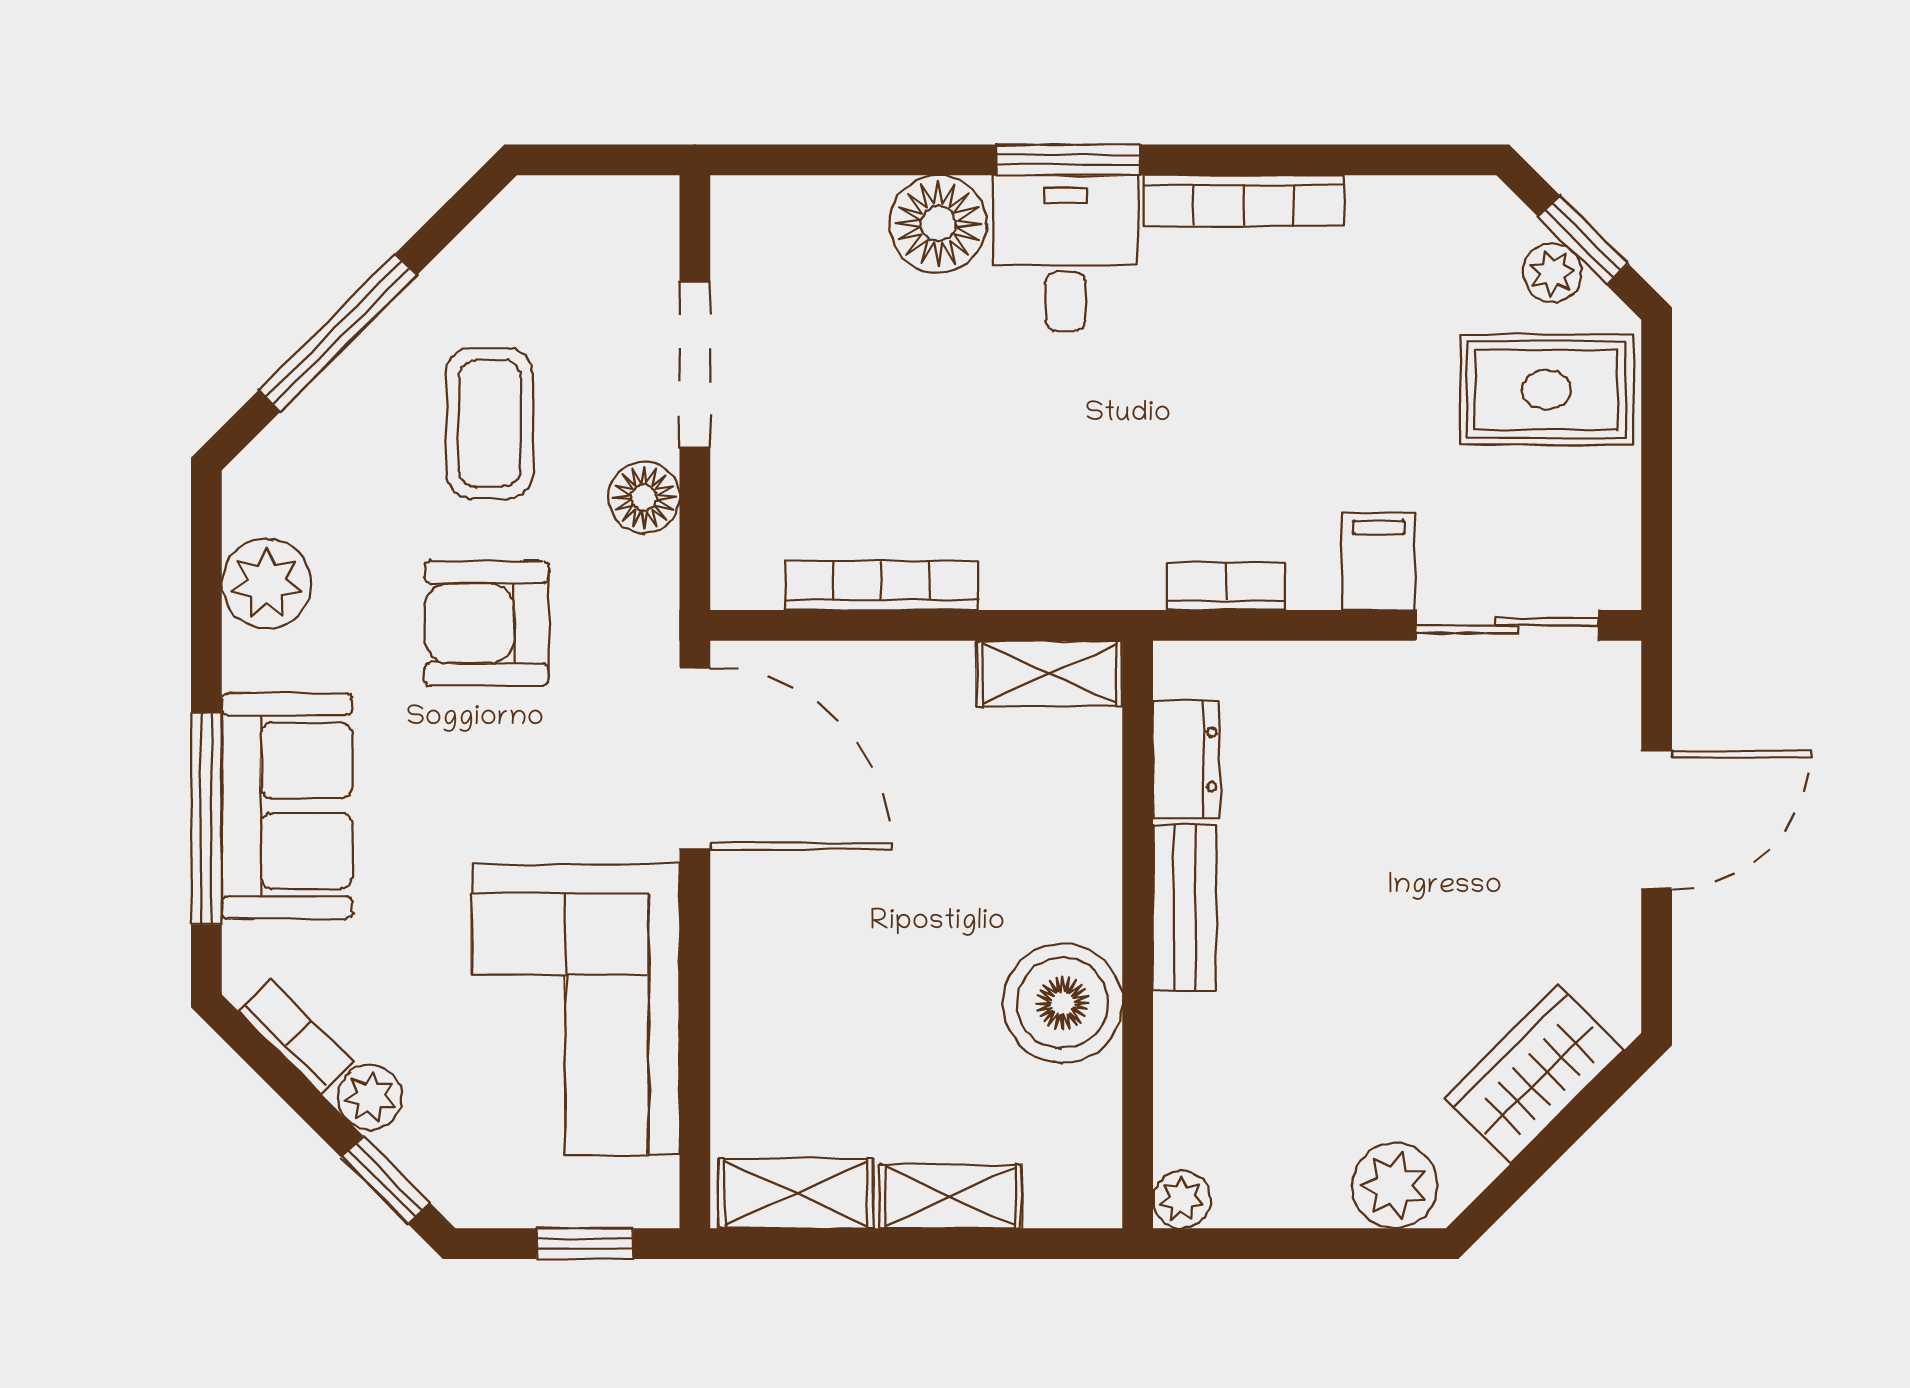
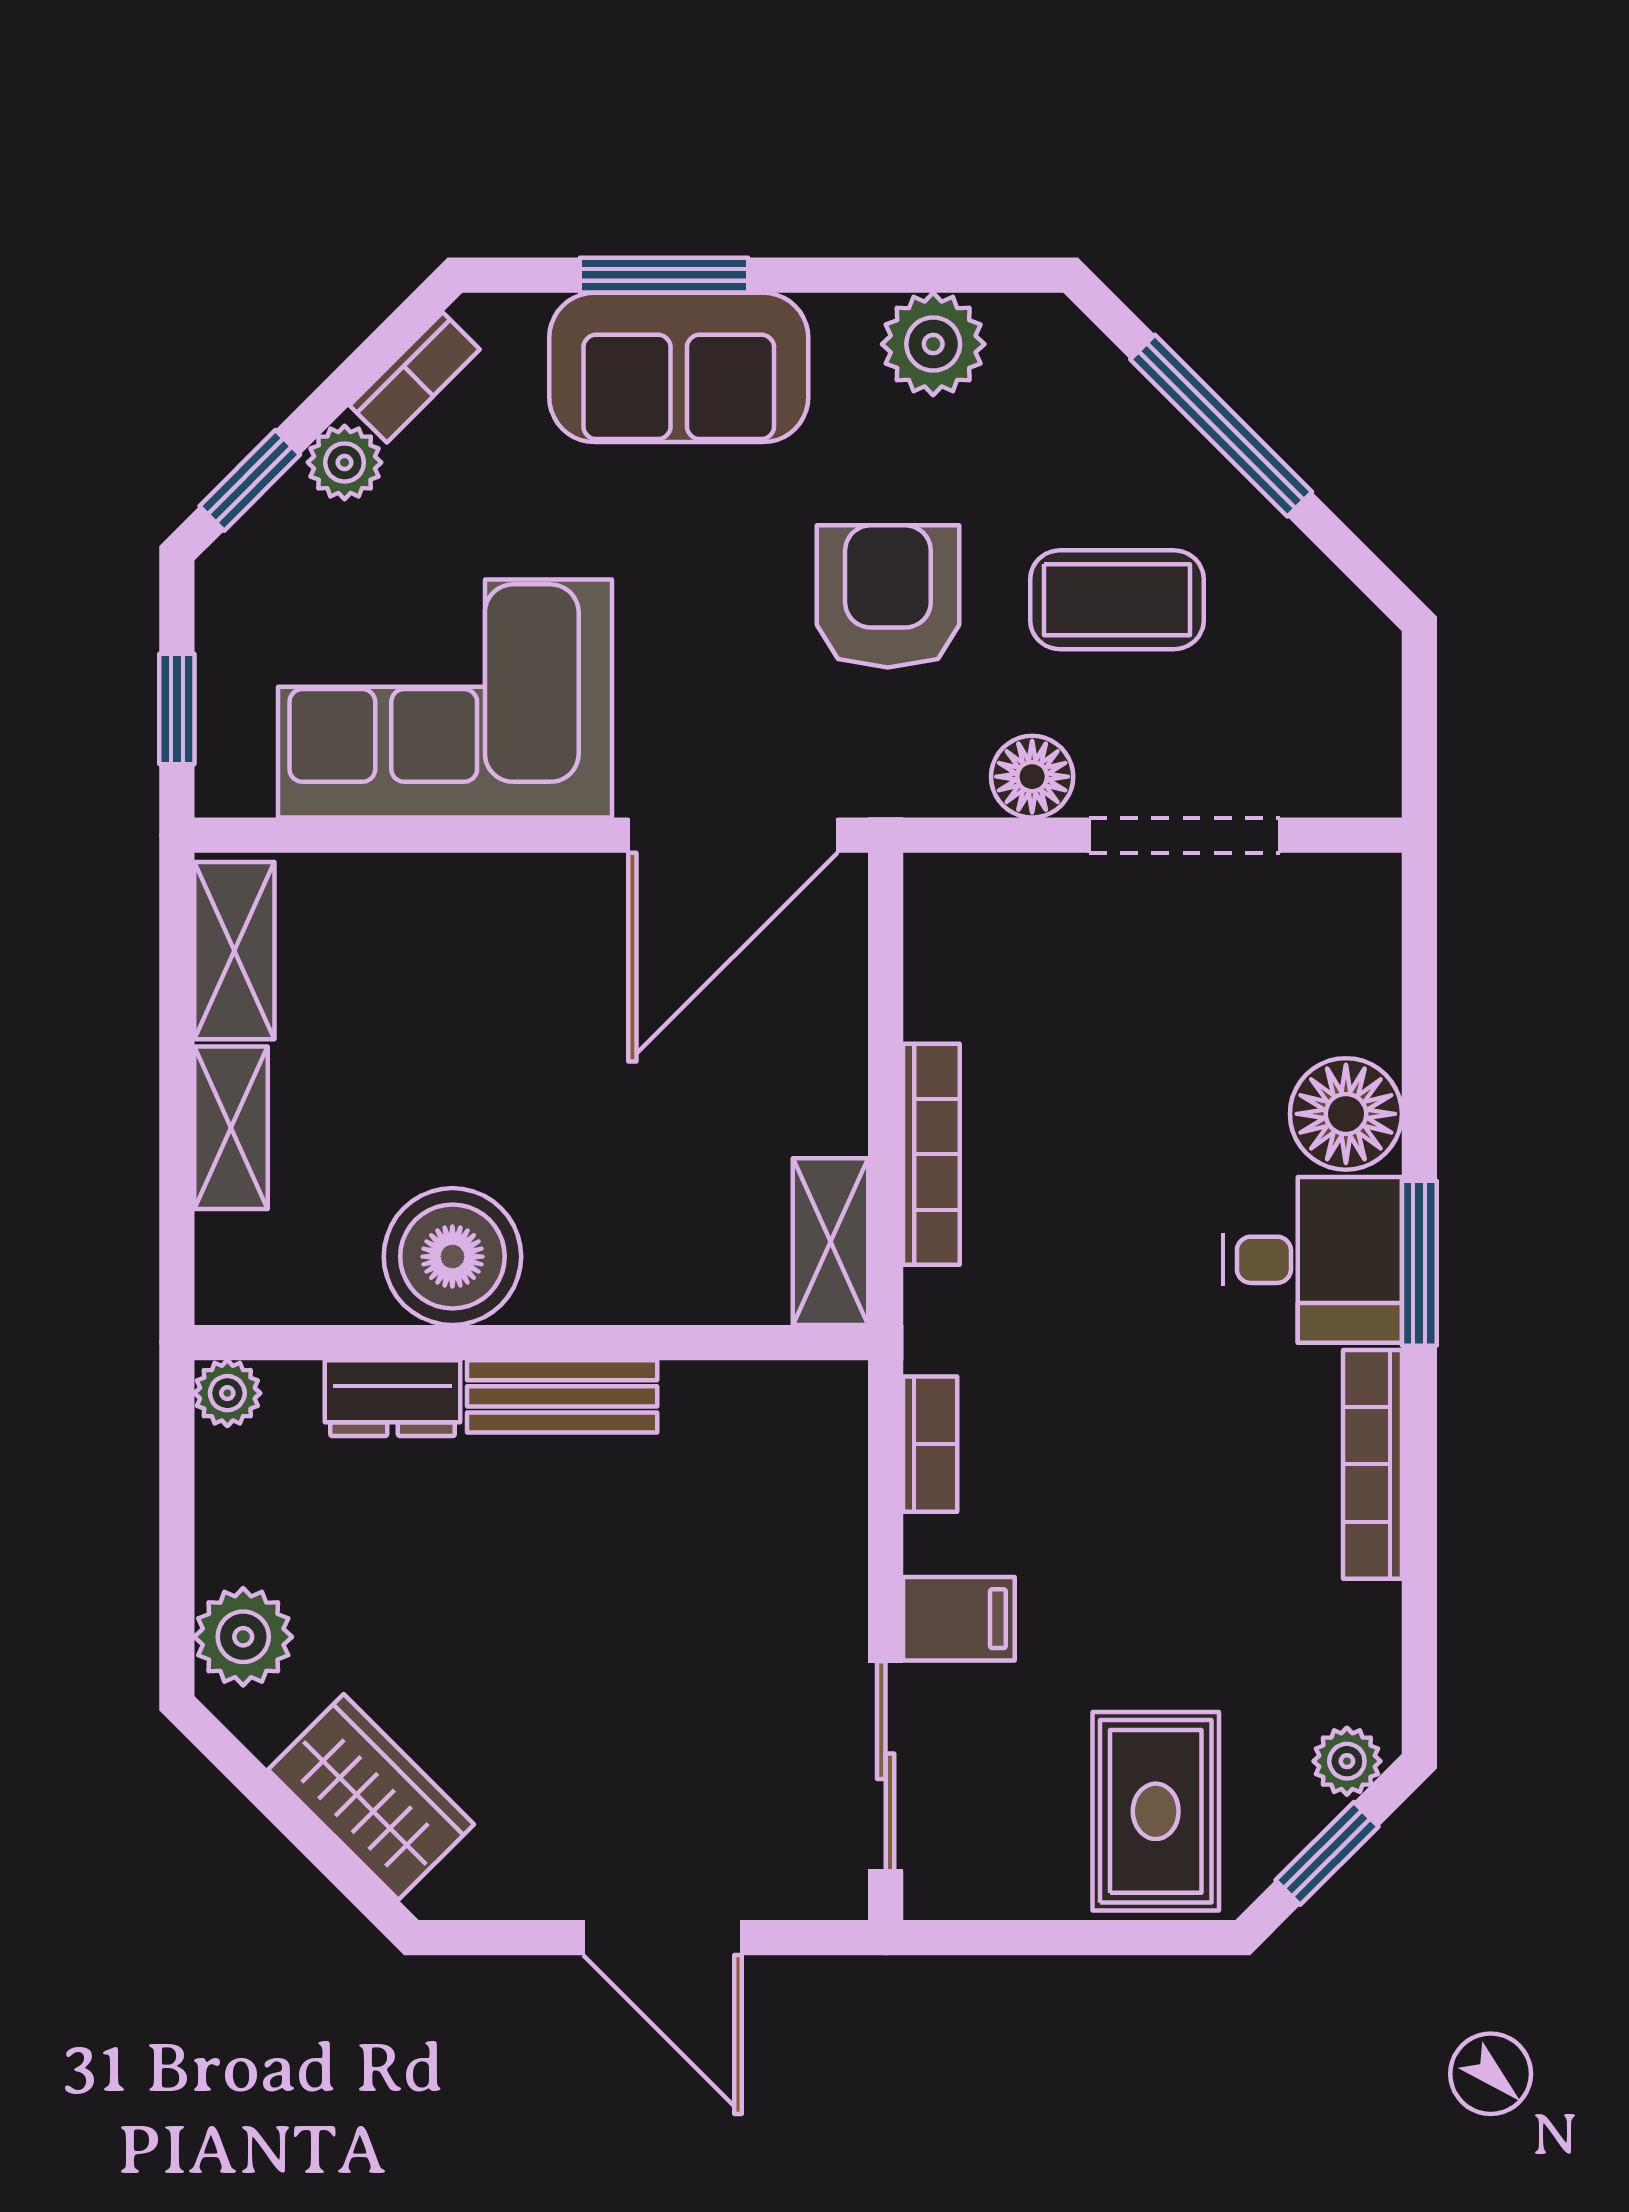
plant: (1552, 273) -> (1347, 1761), moved
bookcase: (881, 585) -> (931, 1154), moved
dresser: (1186, 759) -> (393, 1398), moved
window: (206, 819) -> (664, 275), width x0.69

